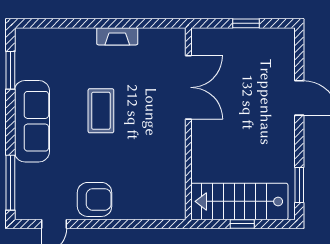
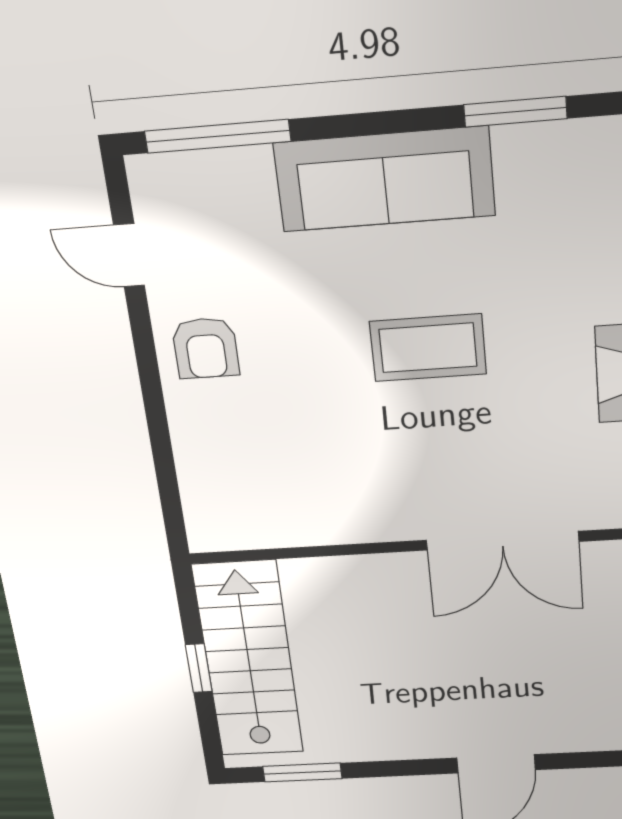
armchair: (95, 199) -> (206, 348), width x0.72, depth x0.72

